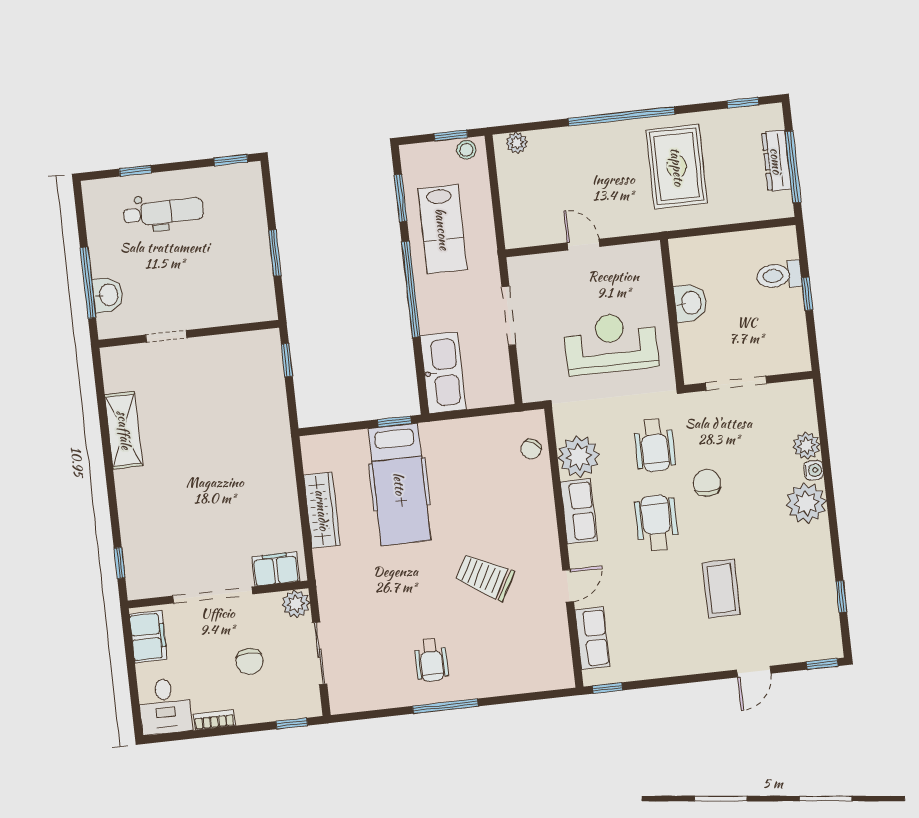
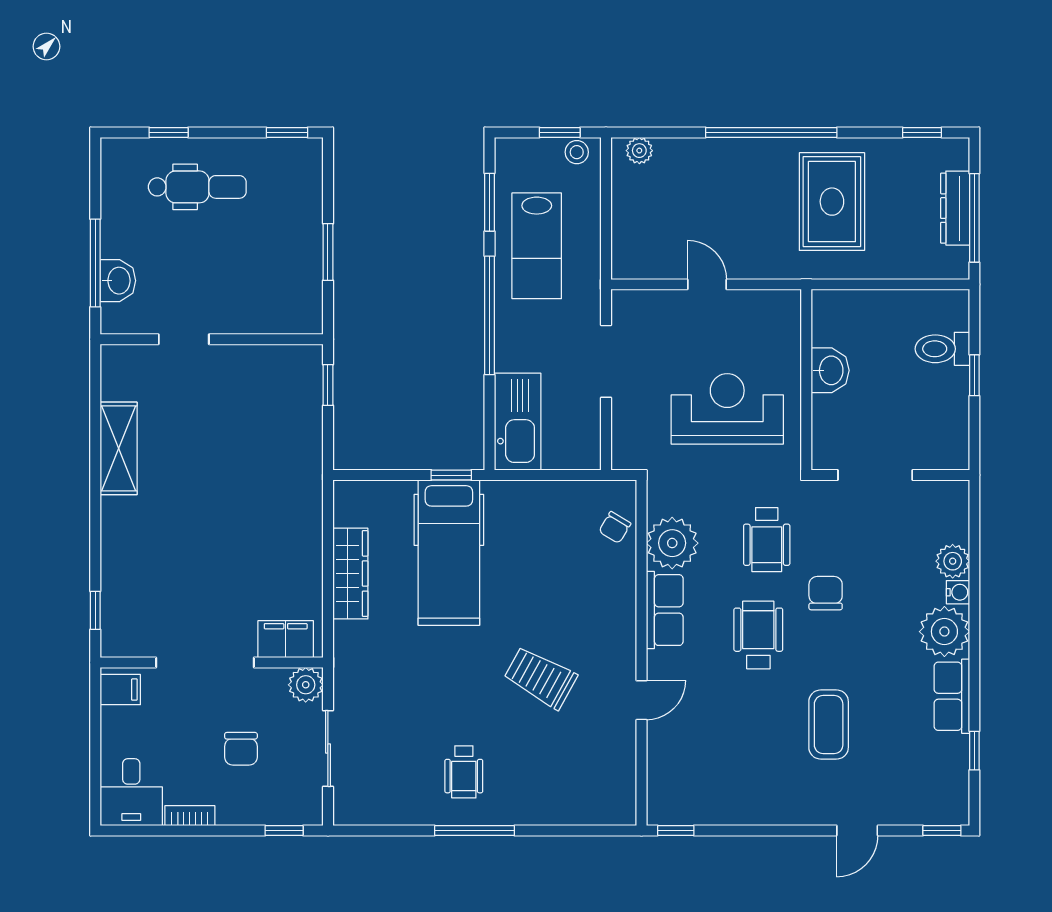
filing cabinet: (148, 637) -> (120, 690), width x0.50
row of seats: (592, 638) -> (952, 696), moved, turned 180

